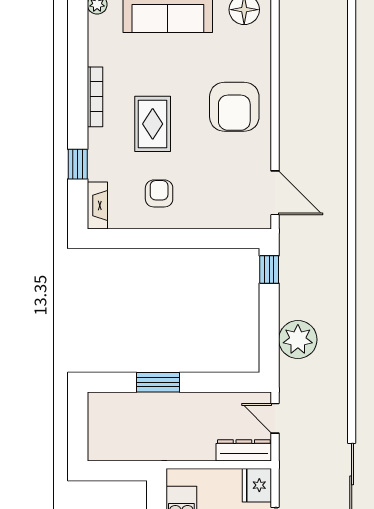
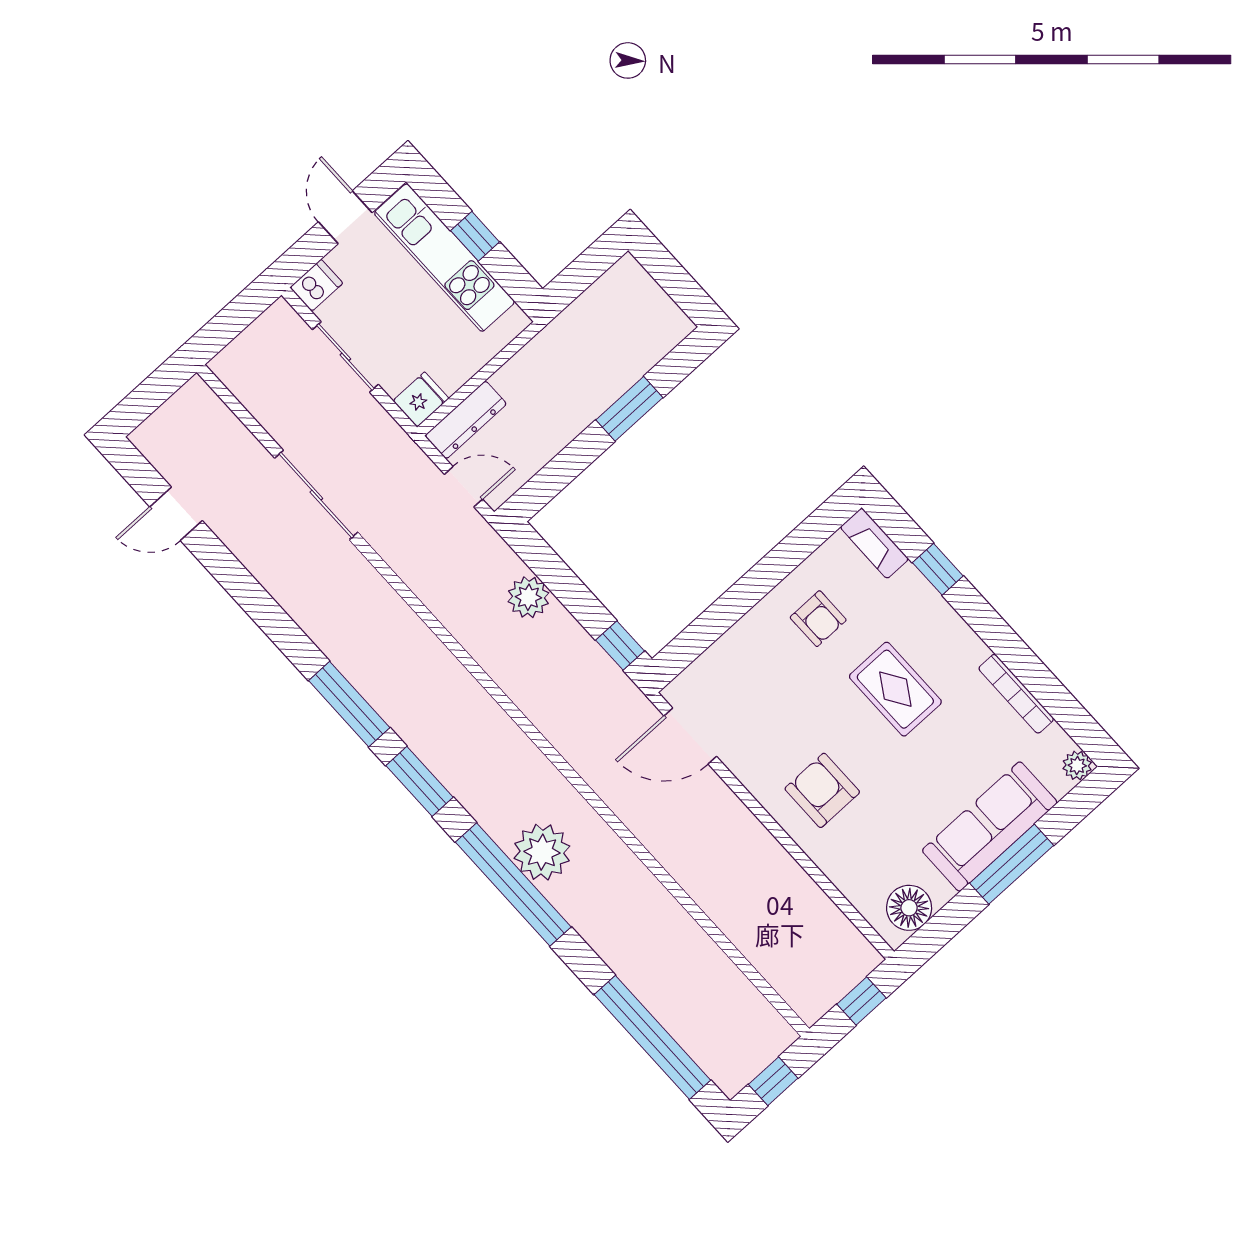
bookcase: (95, 97) -> (1016, 694), moved
armchair: (234, 107) -> (822, 790), width x0.73, depth x0.73
plant: (298, 340) -> (528, 597), width x0.73, depth x0.73
fridge: (257, 485) -> (421, 400), width x0.72

